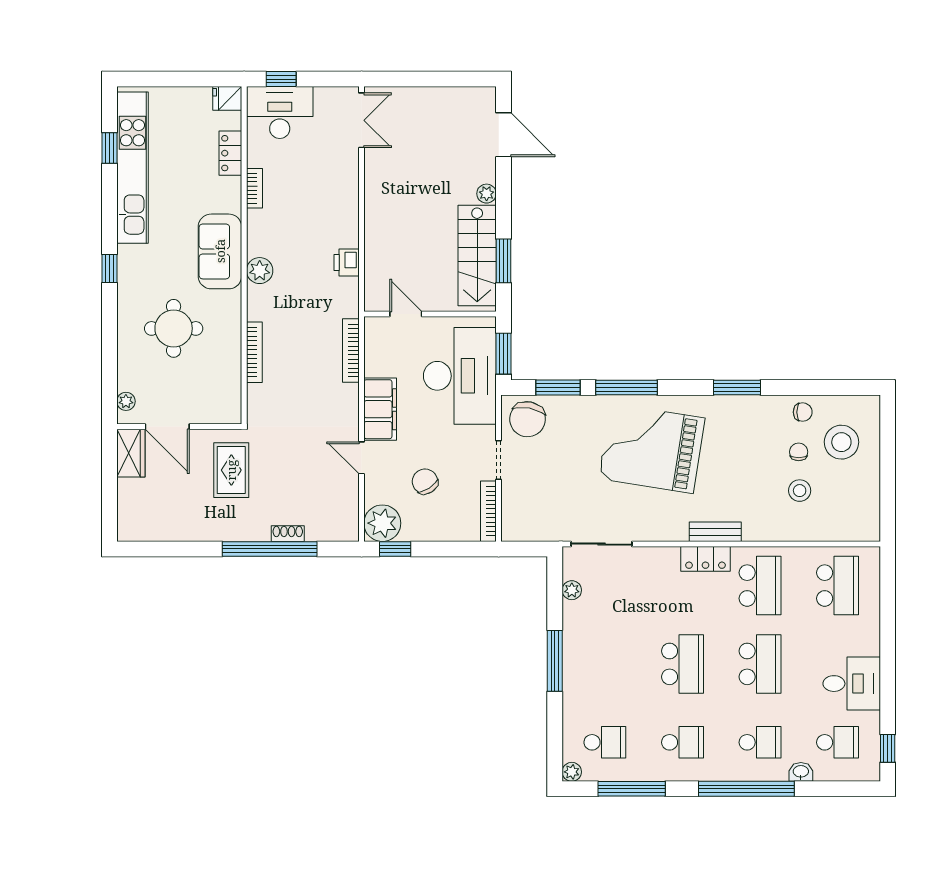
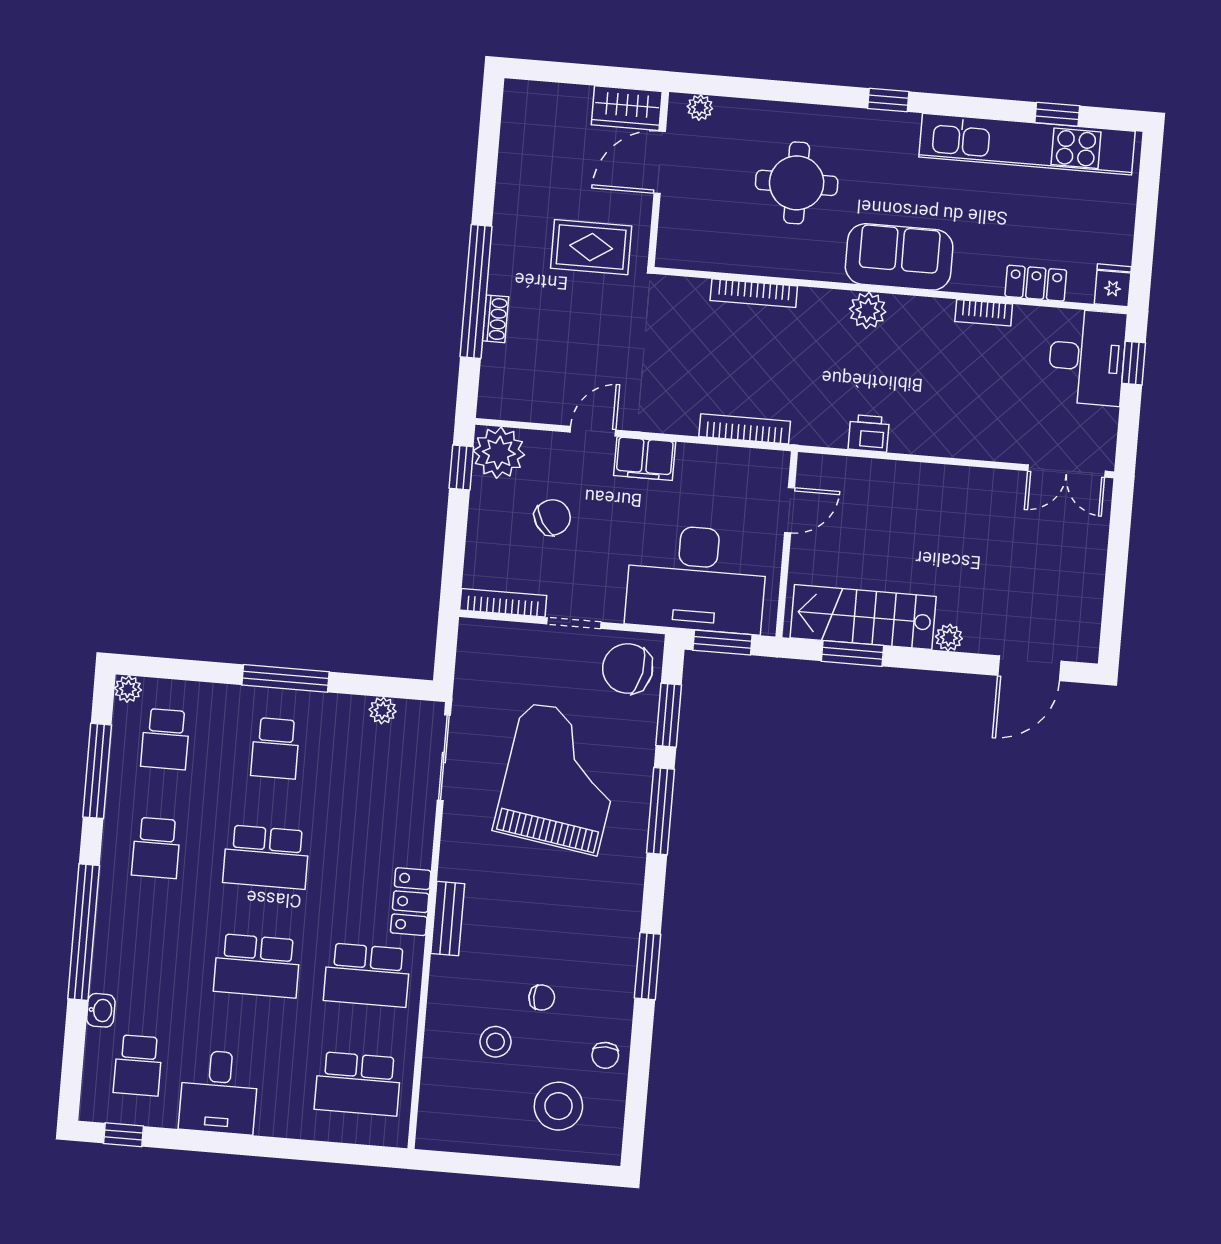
filing cabinet: (380, 409) -> (645, 459), width x0.67, depth x0.86
grand piano: (652, 448) -> (561, 778), moved
chair: (799, 452) -> (542, 998), moved
school desk: (760, 742) -> (275, 748), moved

